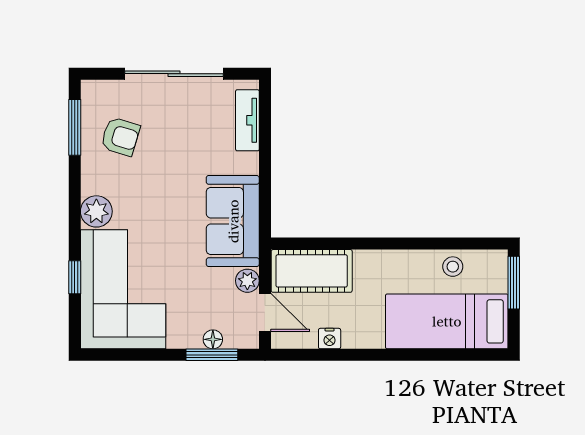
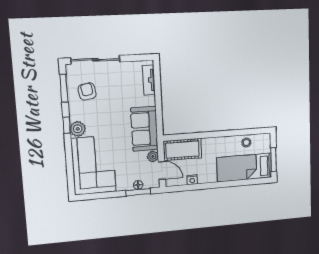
sliding door: (174, 74) -> (95, 60), moved
armchair: (120, 137) -> (87, 91), turned -117
window: (75, 277) -> (67, 125), moved
window: (514, 283) -> (274, 160), moved

